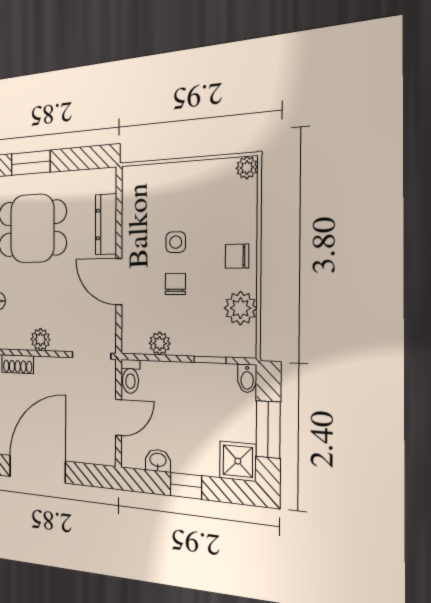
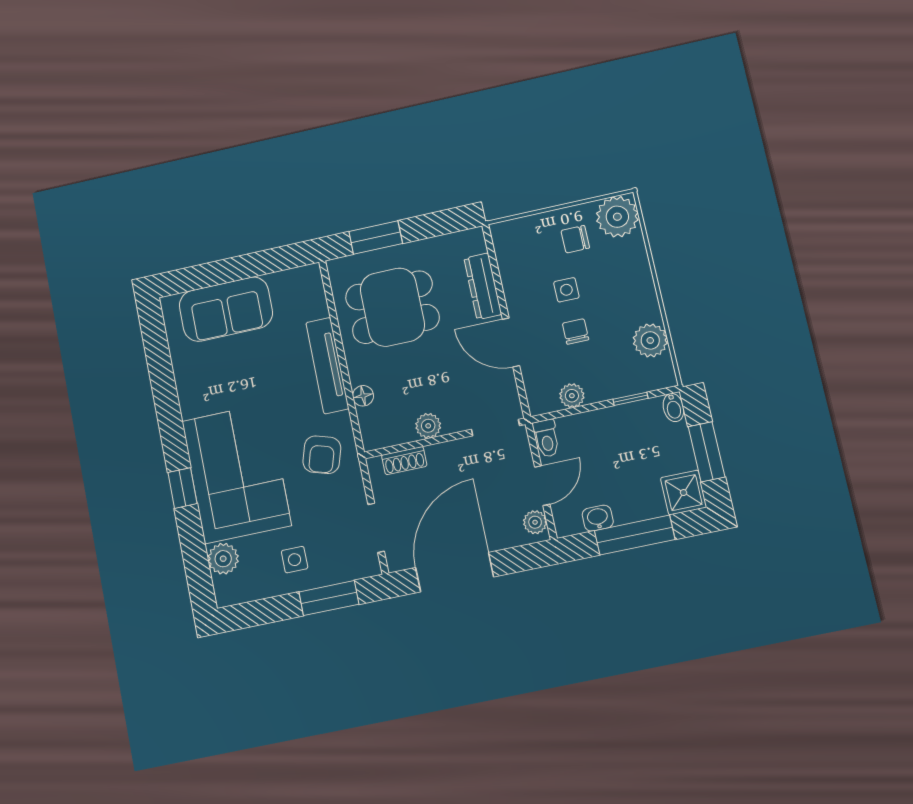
plant: (247, 168) -> (617, 217), width x1.88, depth x1.88
chair: (237, 256) -> (575, 239), moved
plant: (106, 448) -> (535, 522), added
window: (186, 486) -> (635, 535), width x2.17

